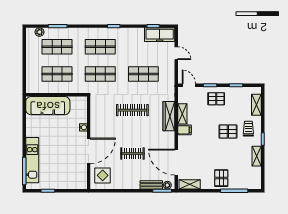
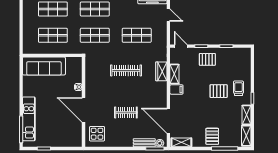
shelving: (256, 105) -> (246, 136), moved
wardrobe: (169, 116) -> (161, 71), width x0.67
door: (89, 151) -> (84, 110), swing flipped

